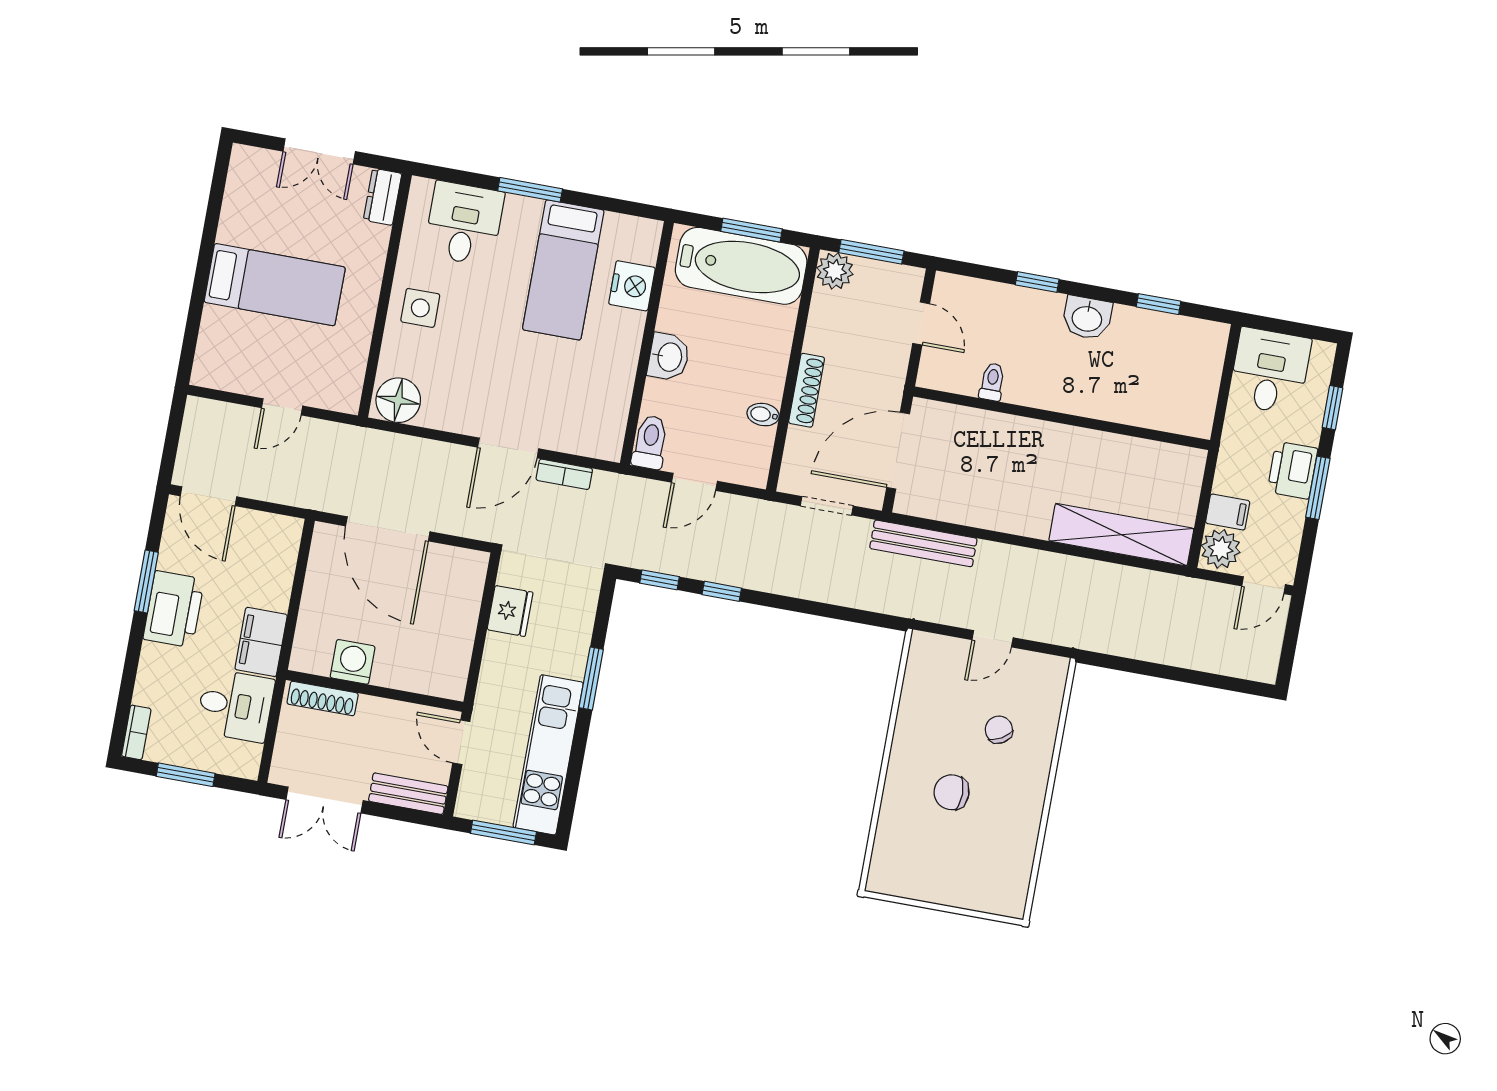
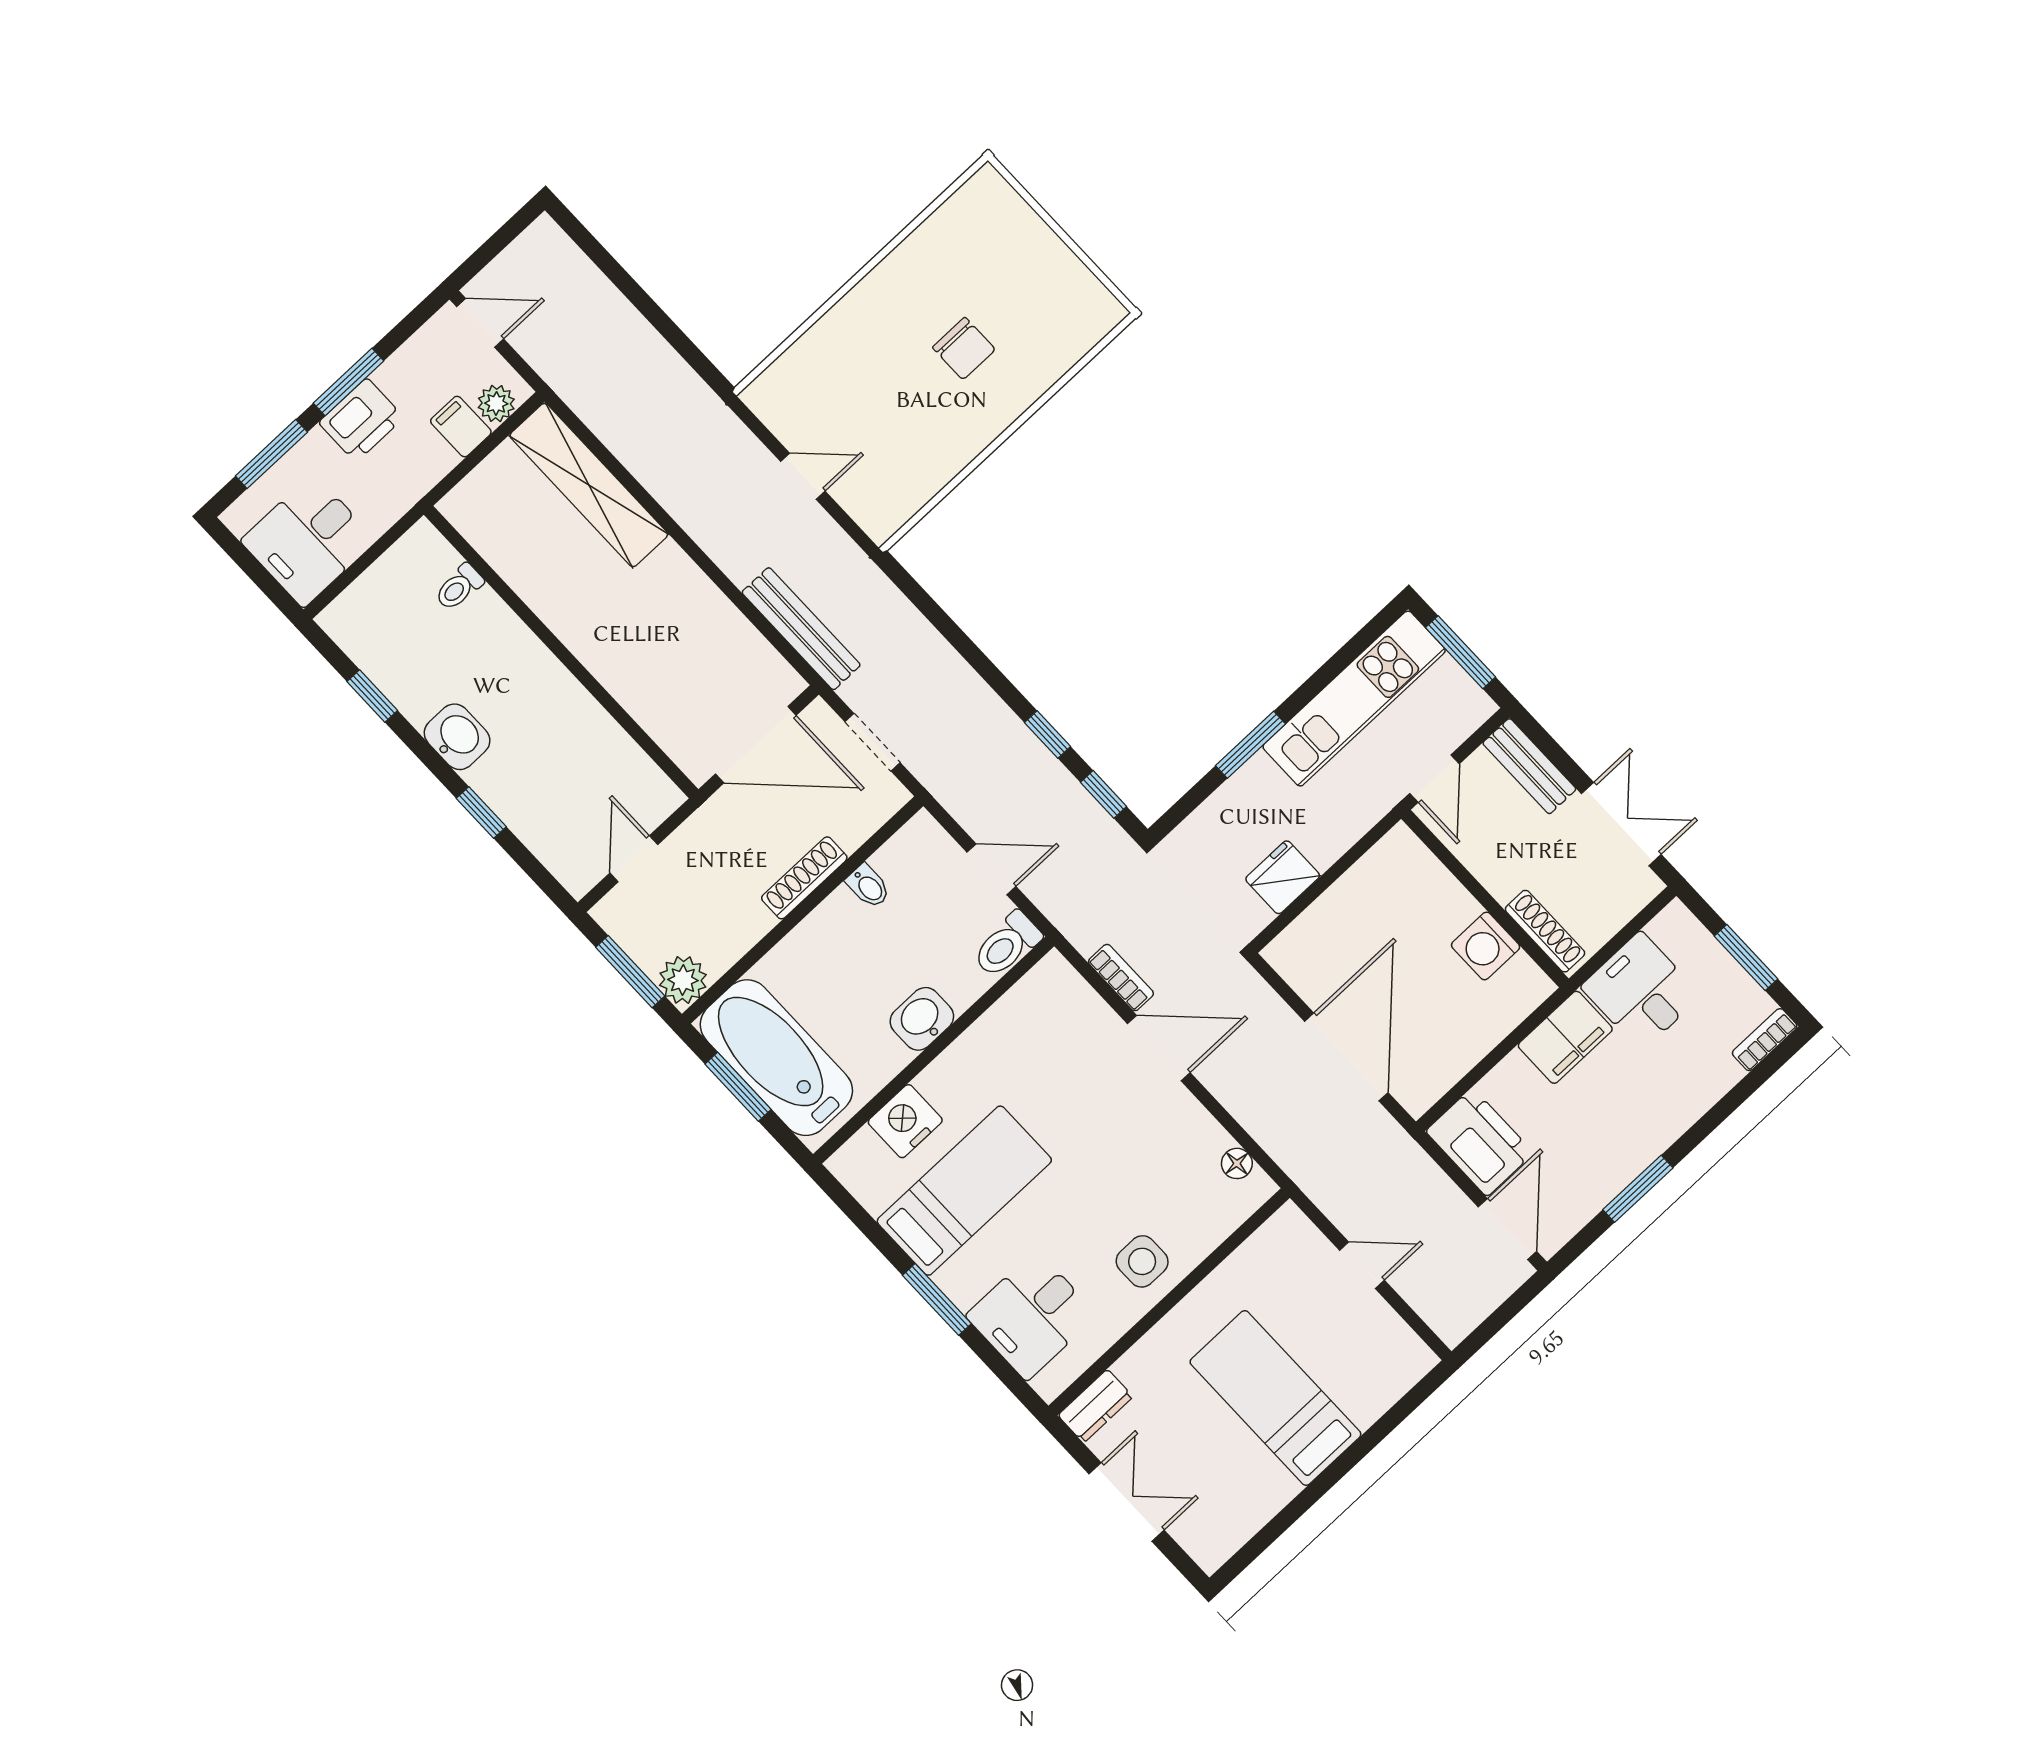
toilet: (992, 382) -> (459, 587), moved
floor lamp: (398, 400) -> (1237, 1163), width x0.53, depth x0.53
window: (1332, 408) -> (271, 454), width x1.50
plant: (1221, 549) -> (496, 403), width x0.73, depth x0.73
printer: (174, 609) -> (1480, 1142), moved, turned 90
chair: (999, 730) -> (866, 377), removed

